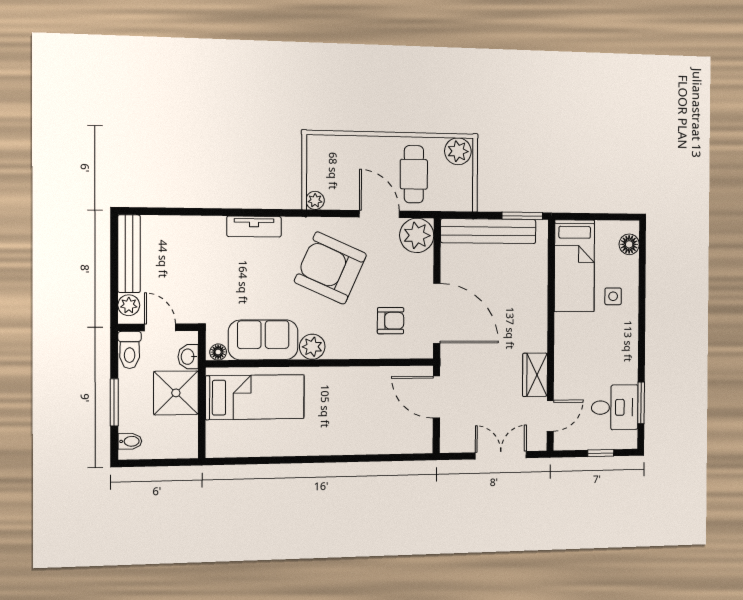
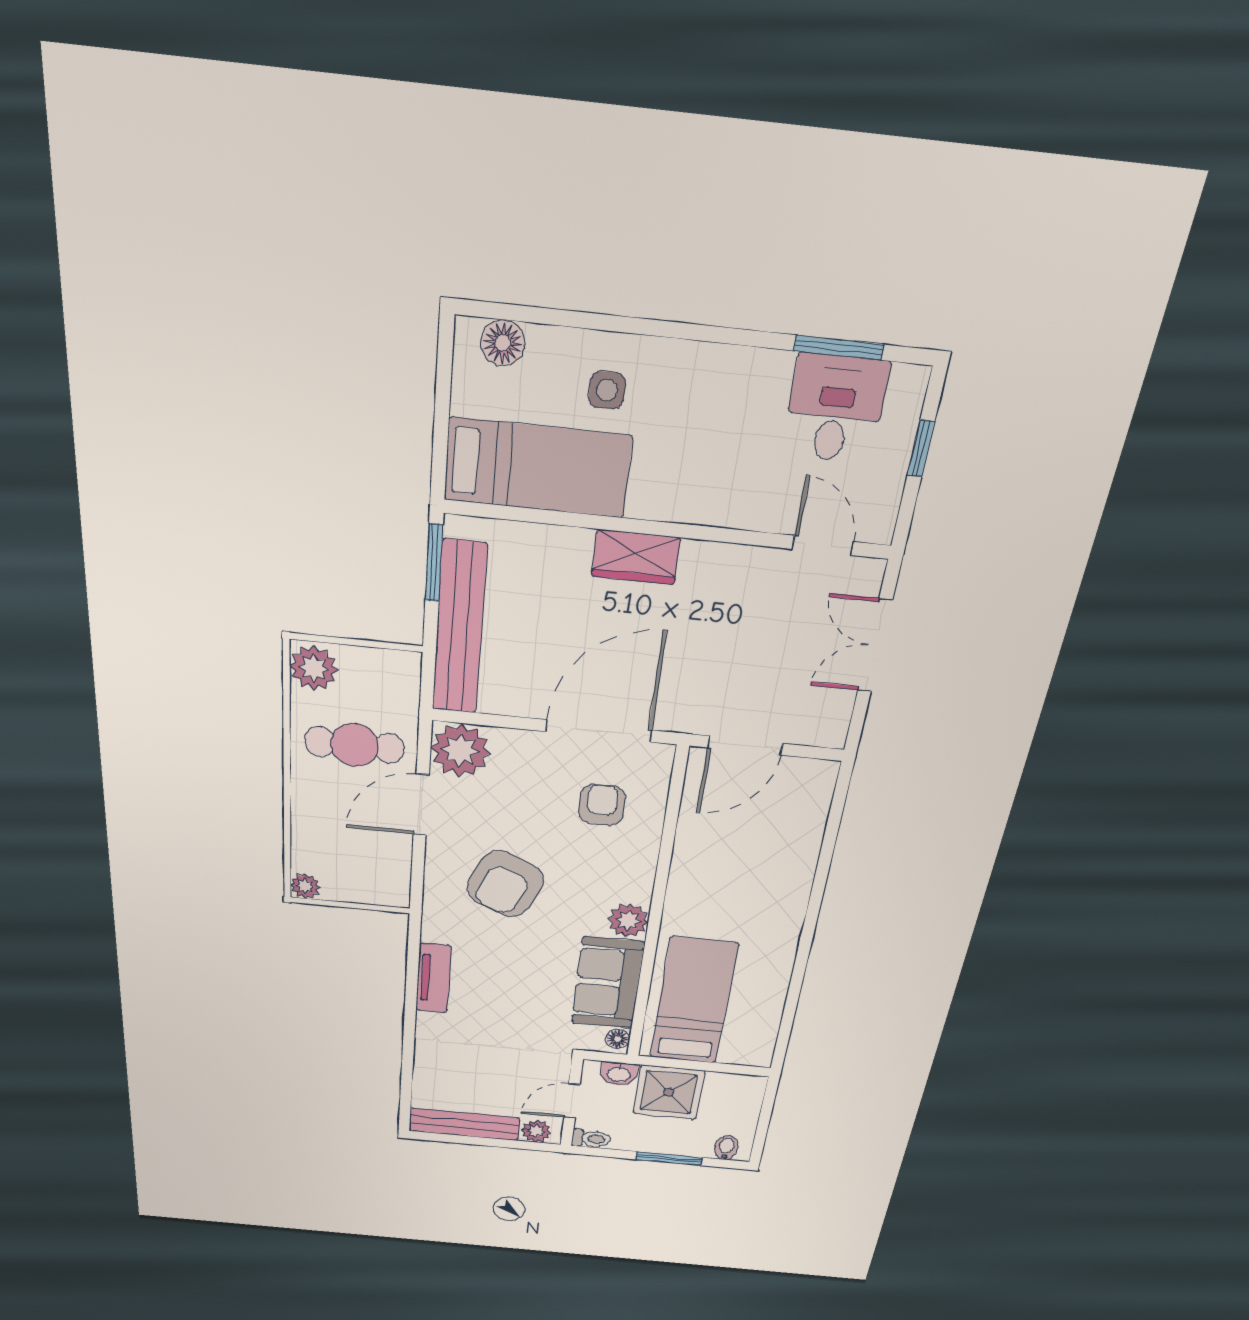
plant: (315, 200) -> (305, 886), moved
armchair: (330, 268) -> (505, 884), width x0.73, depth x0.73
toilet: (130, 350) -> (591, 1139), width x0.73, depth x0.72
wardrobe: (535, 375) -> (636, 557), moved

